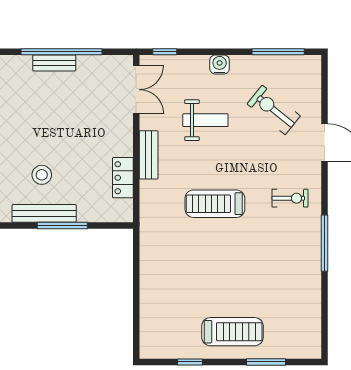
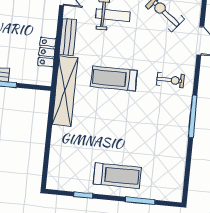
shelving: (152, 227) -> (65, 91), added

